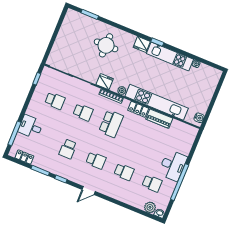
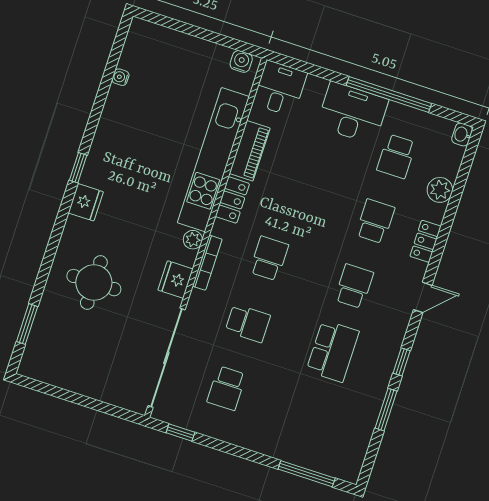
kitchen unit: (170, 56) -> (108, 137), removed
school desk: (55, 101) -> (227, 388), turned 180
school desk: (83, 112) -> (248, 323), turned 90
school desk: (111, 124) -> (269, 258), width x0.54
desk: (31, 127) -> (280, 88), moved, turned 180
school desk: (68, 149) -> (333, 351), width x1.85
locker: (24, 157) -> (425, 241), moved
school desk: (152, 183) -> (396, 156), turned 180
door: (89, 190) -> (423, 297), hinge flipped
plant: (150, 207) -> (440, 190), moved

